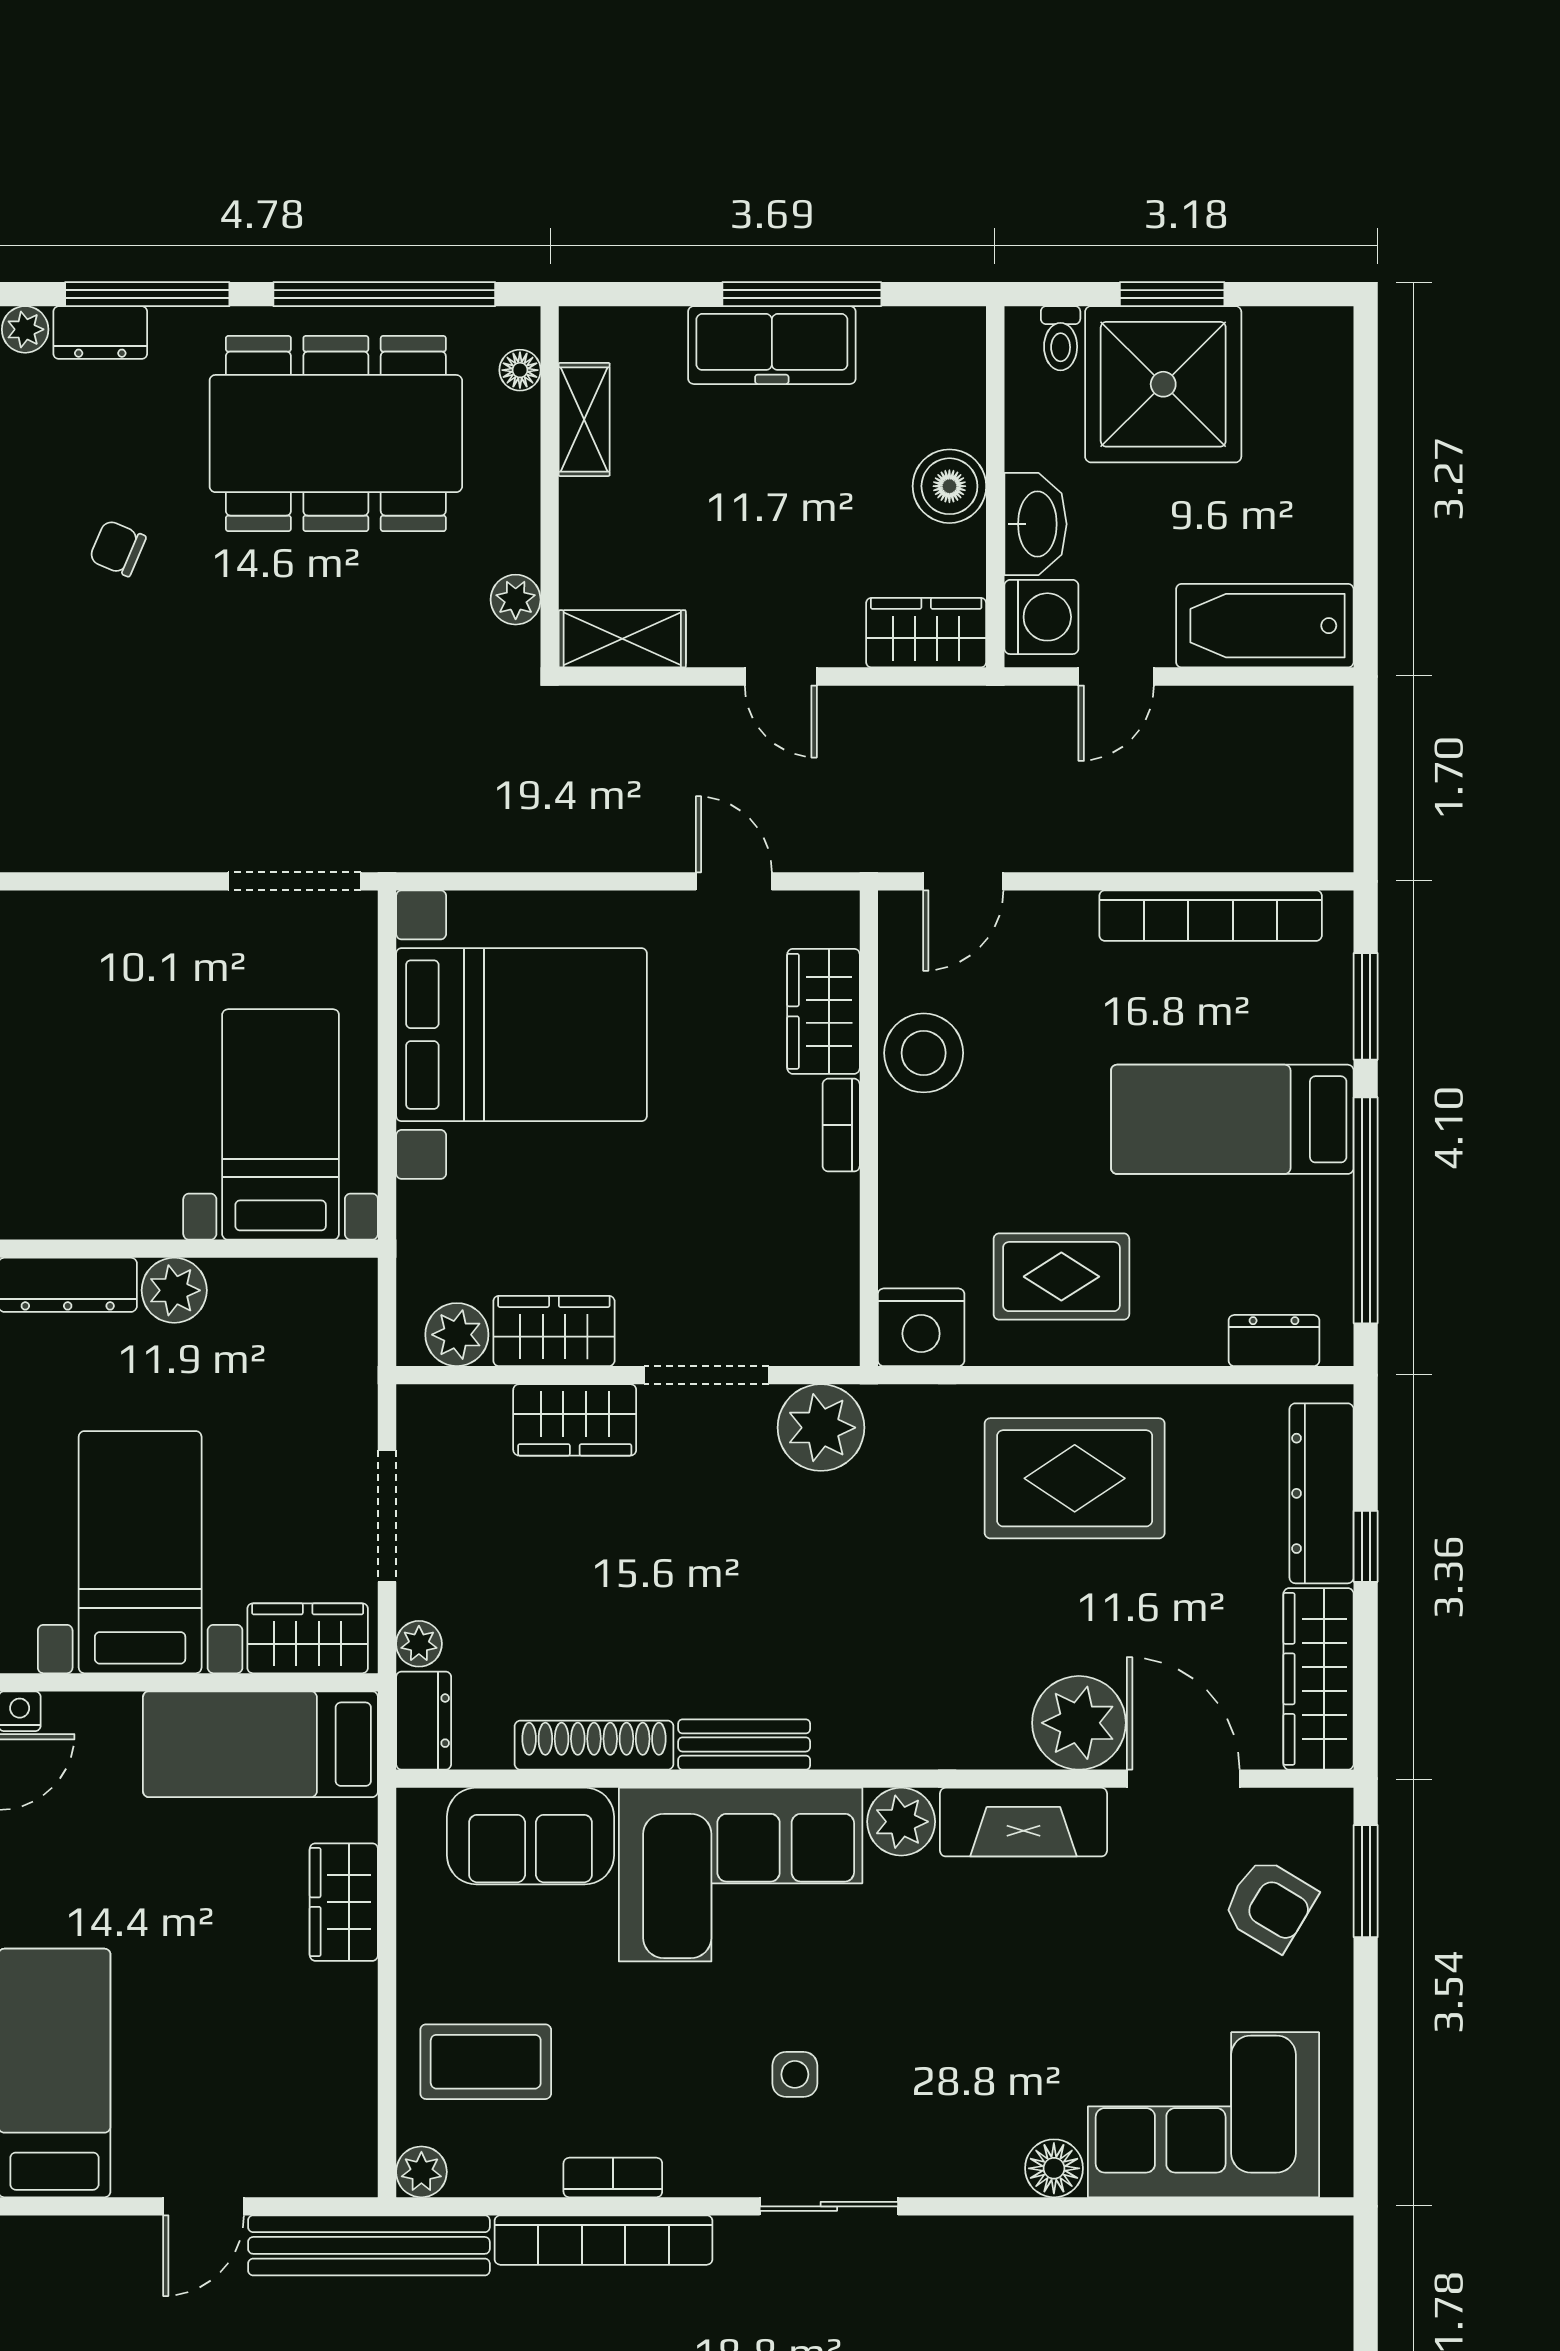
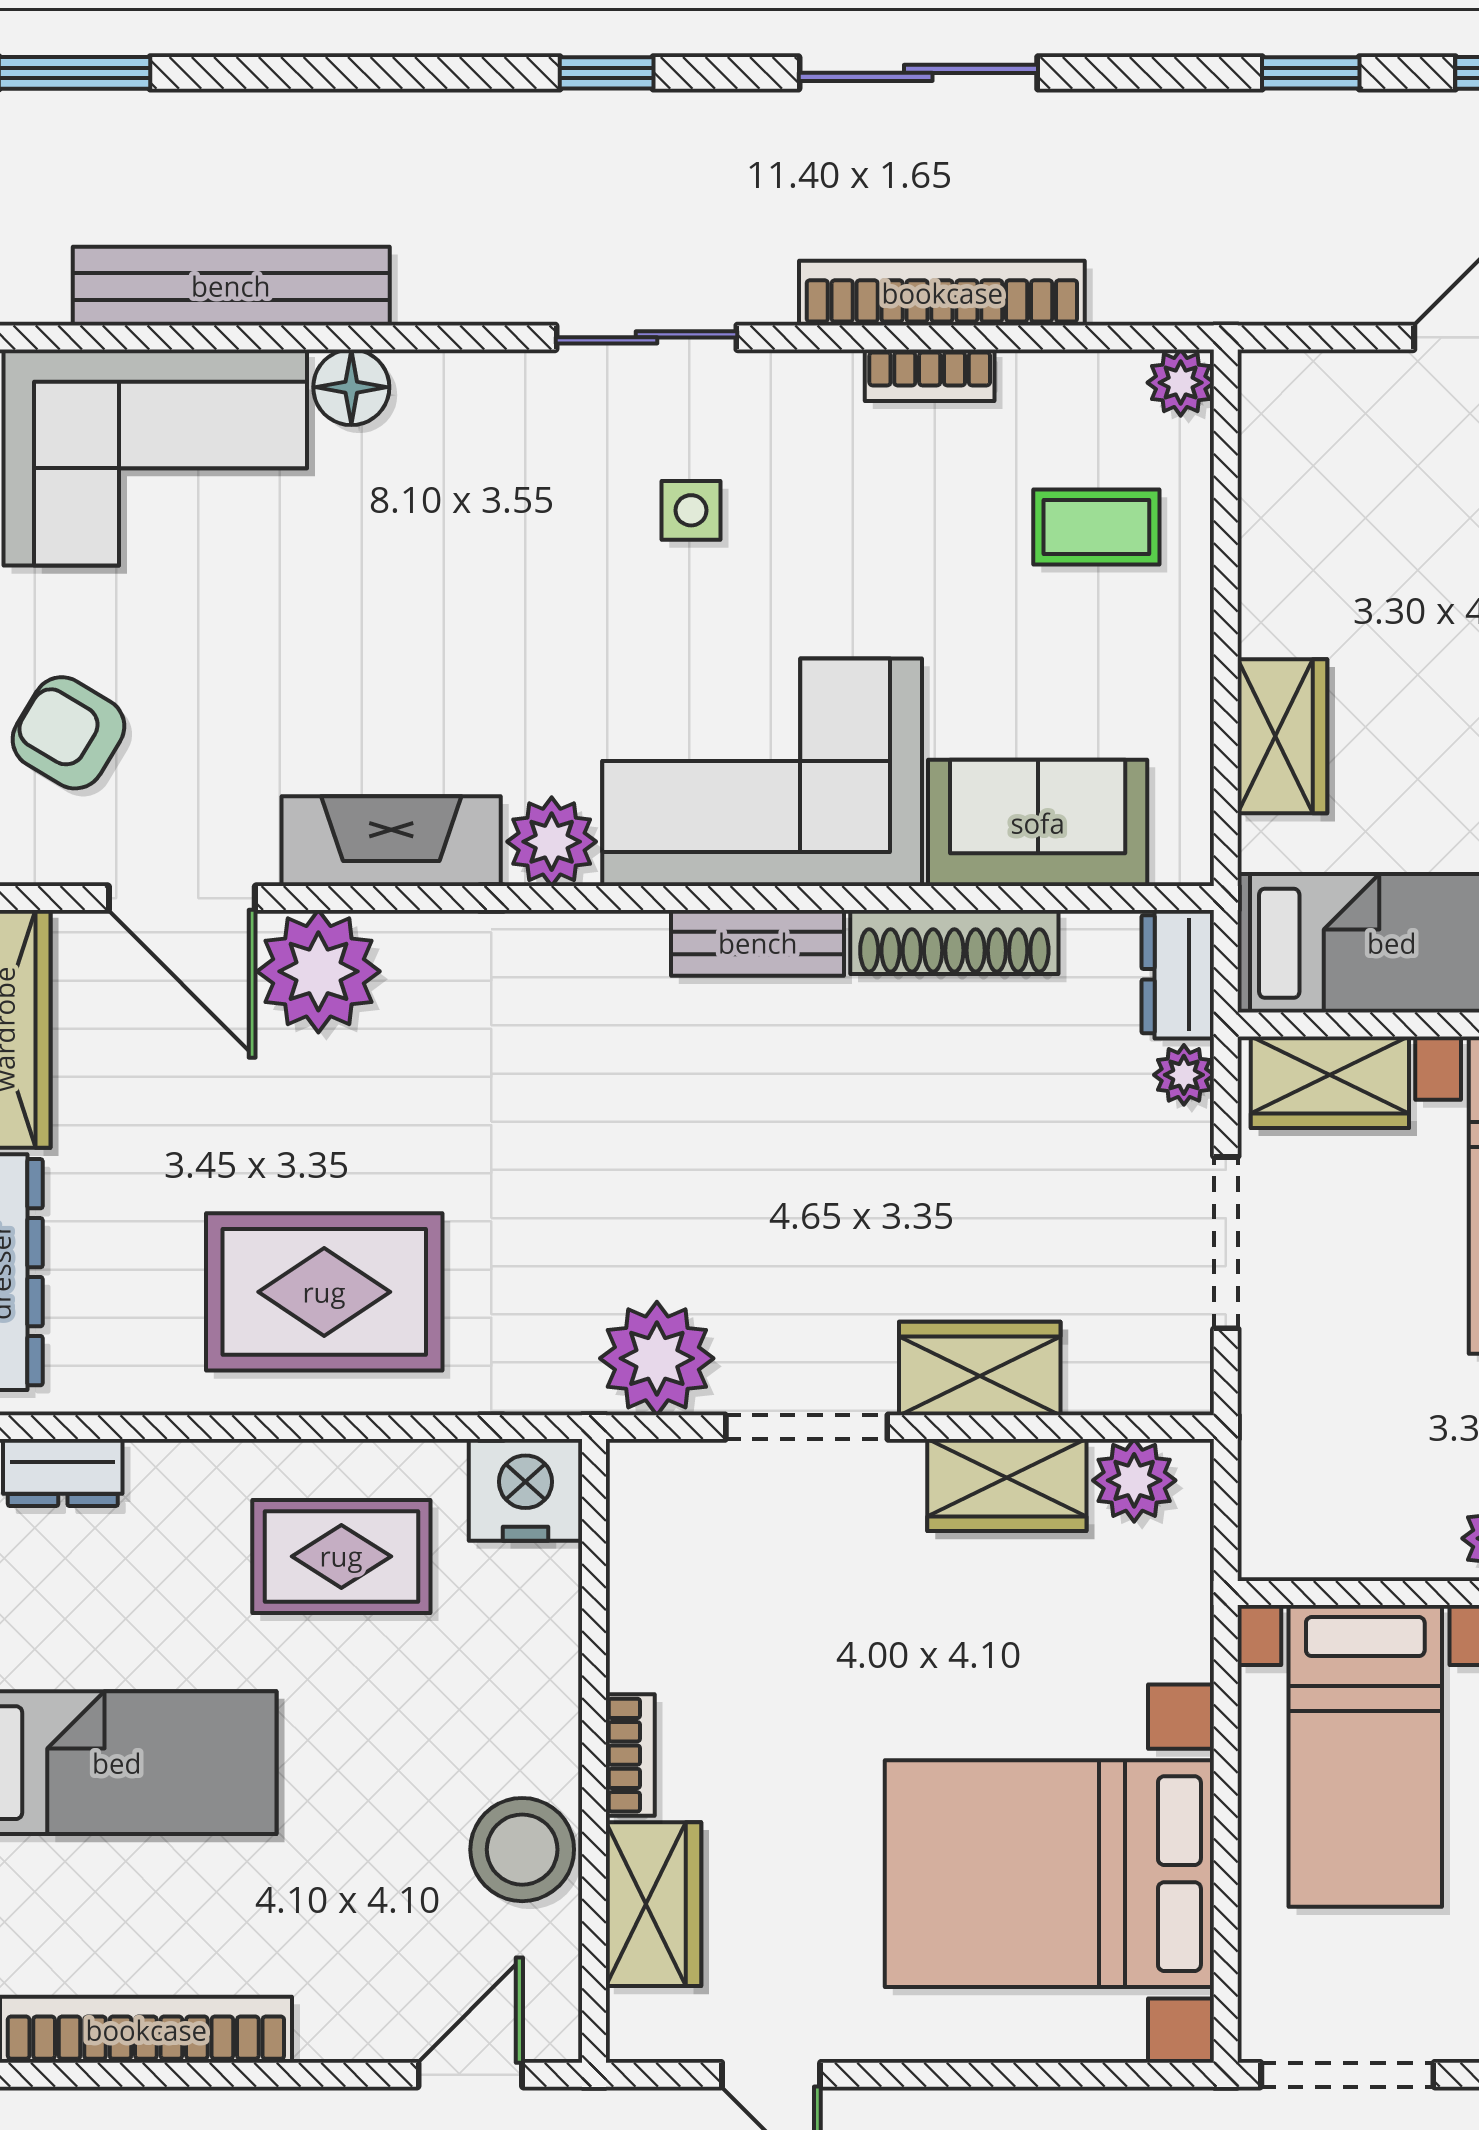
coffee table: (486, 2062) -> (1096, 527), width x0.73, depth x0.77
bench: (369, 2245) -> (231, 286), moved

